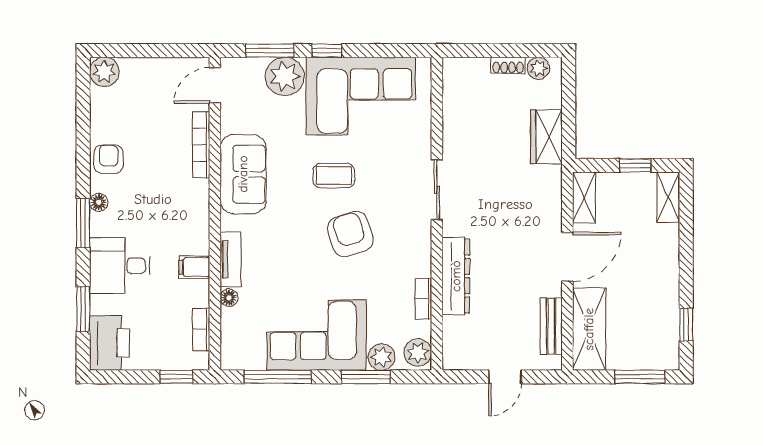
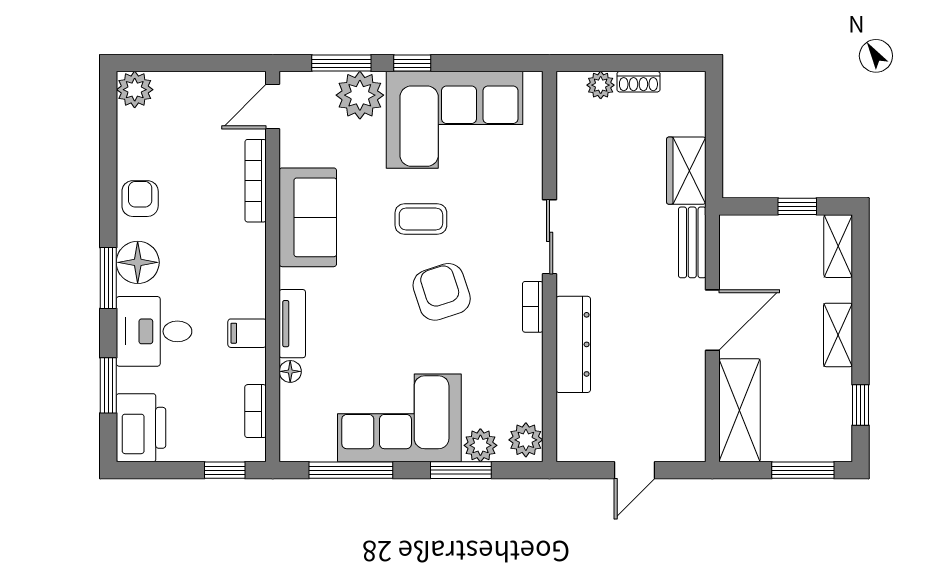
plant: (538, 68) -> (601, 85), moved
shelving: (584, 198) -> (838, 335), moved
floor lamp: (99, 202) -> (138, 262), width x1.89, depth x1.89
bookcase: (423, 299) -> (533, 307), moved
bench: (551, 326) -> (692, 242), moved

